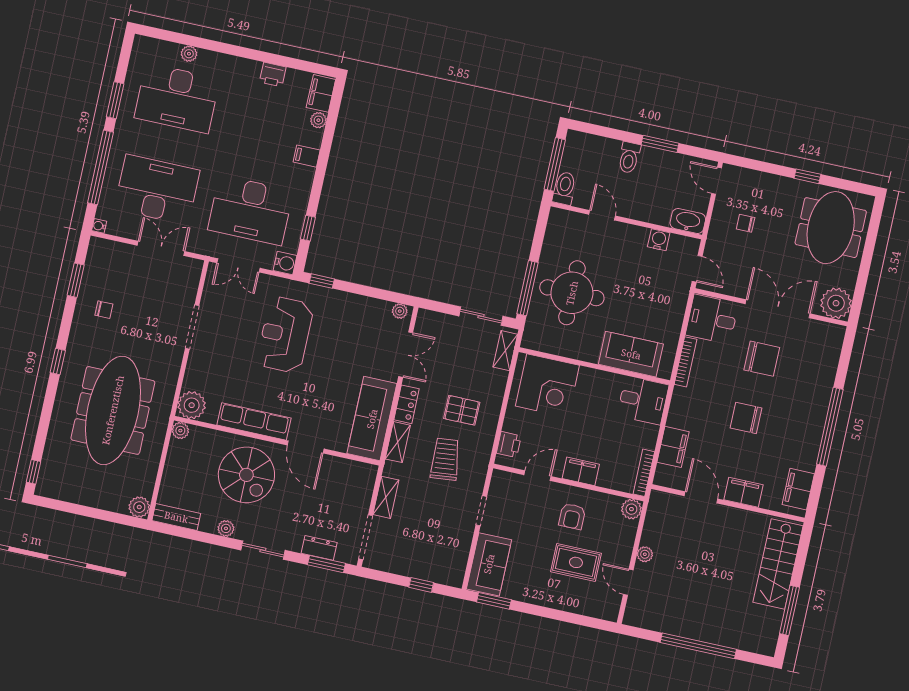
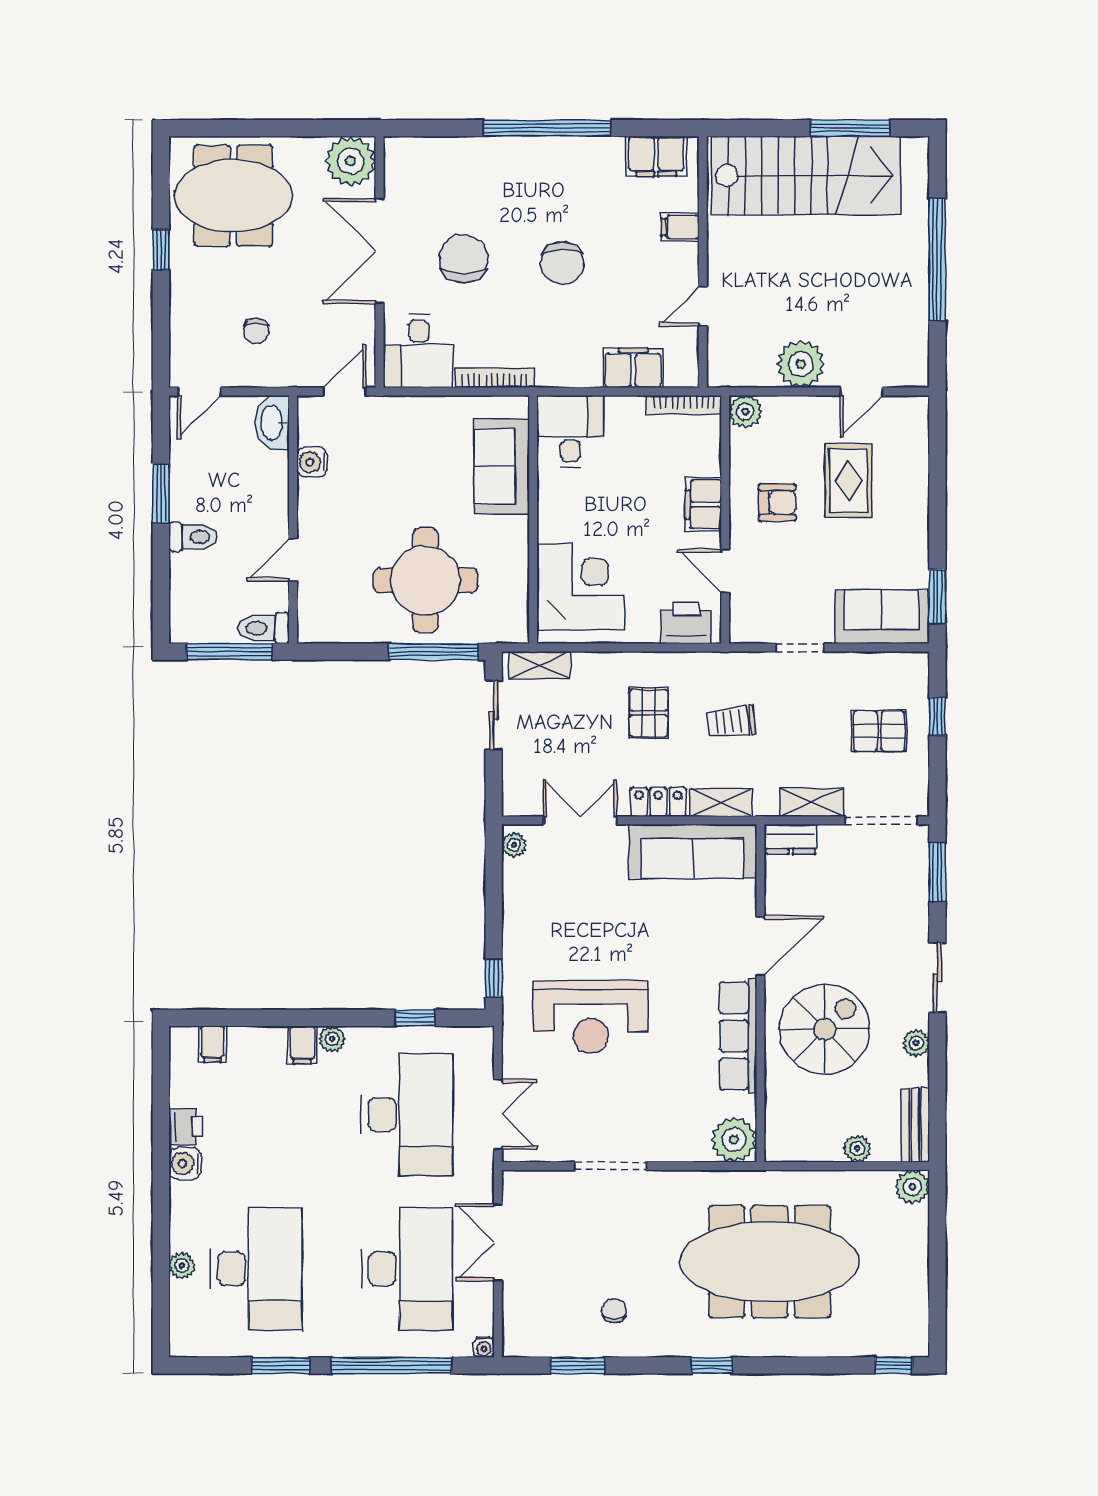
filing cabinet: (321, 93) -> (212, 1044), width x0.50
plant: (318, 120) -> (332, 1039), moved
desk: (157, 190) -> (407, 1269), turned 180
water cooler: (285, 263) -> (185, 1163), moved, turned -90
plant: (180, 431) -> (857, 1149), moved
printer: (509, 445) -> (686, 623), width x1.36, depth x1.24
trolley: (445, 459) -> (731, 722), width x0.73, depth x0.72
filing cabinet: (743, 492) -> (680, 227), width x0.50
door: (701, 497) -> (703, 306), width x0.73
dresser: (319, 548) -> (791, 839), moved, turned -90
pallet: (420, 548) -> (879, 731), added
plant: (645, 554) -> (801, 364), width x1.88, depth x1.88
stairs: (778, 564) -> (806, 175), width x1.36, depth x1.51

